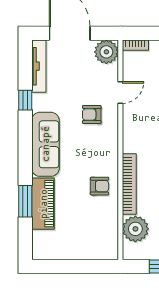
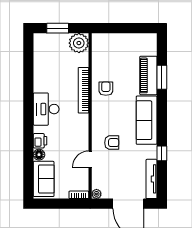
plant: (106, 52) -> (96, 194), width x0.53, depth x0.53
armchair: (100, 186) -> (106, 89), turned 90
plant: (135, 229) -> (79, 43), moved

